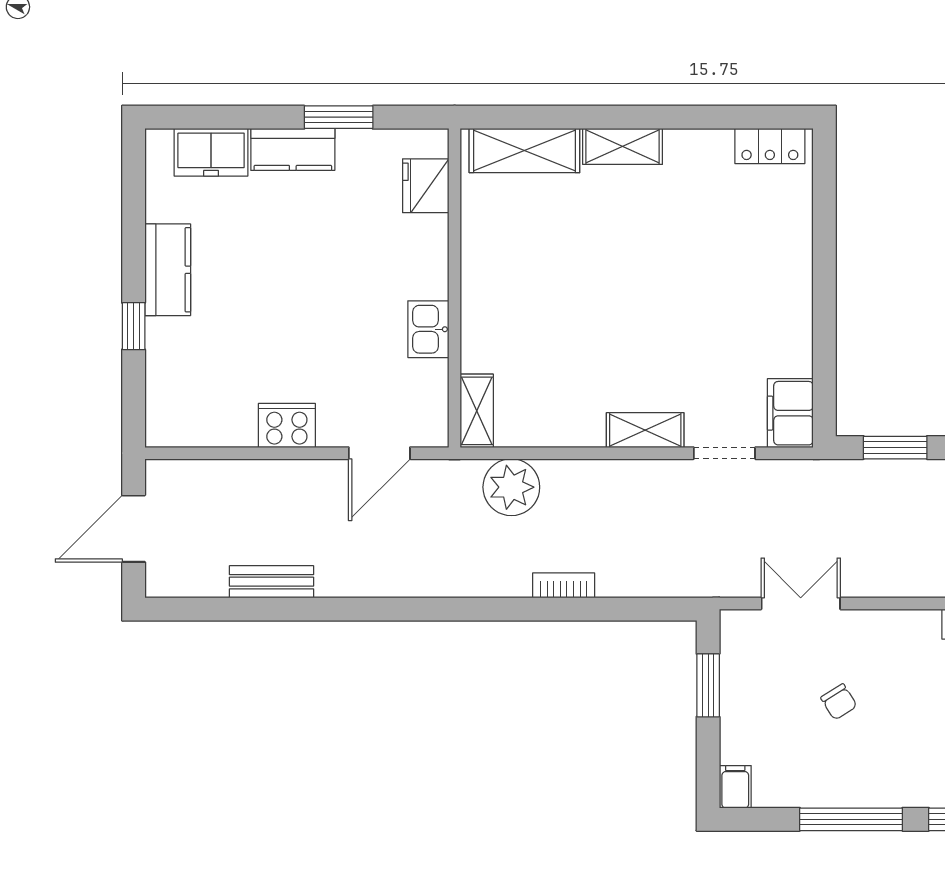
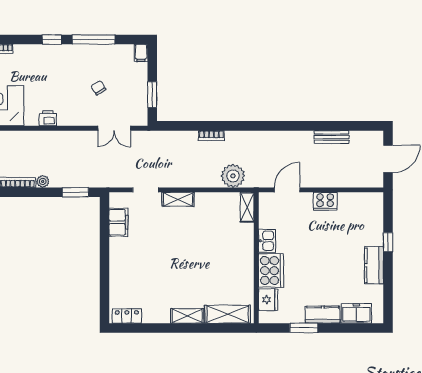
cooker: (419, 257) -> (271, 271), added
filing cabinet: (790, 413) -> (118, 222), moved

